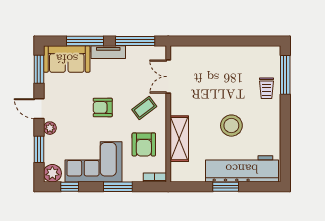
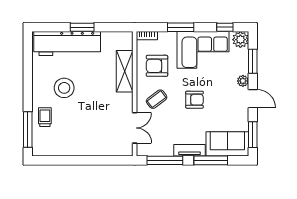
stool: (231, 126) -> (64, 88), moved
armchair: (144, 144) -> (157, 66), turned -90

